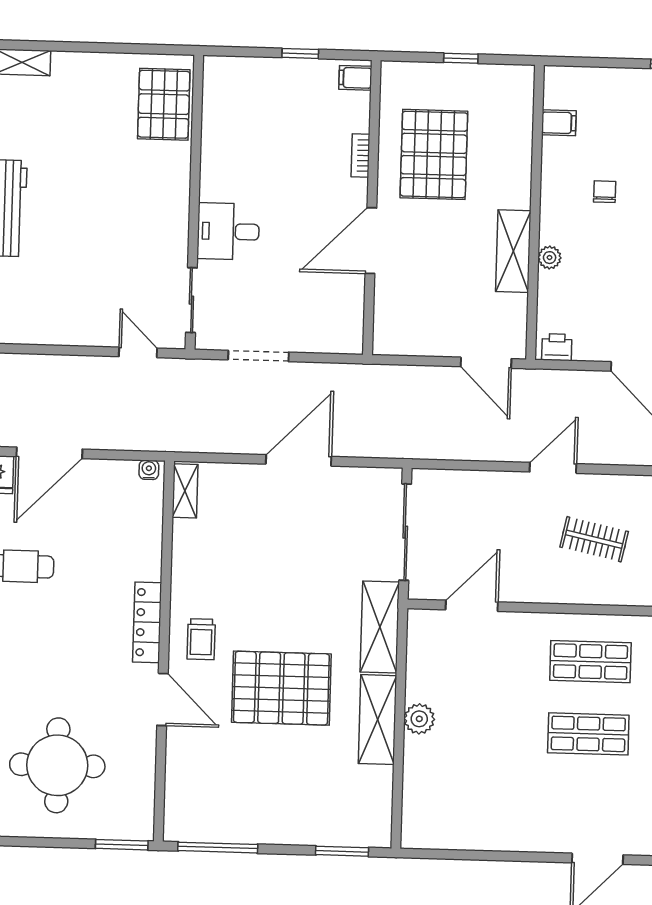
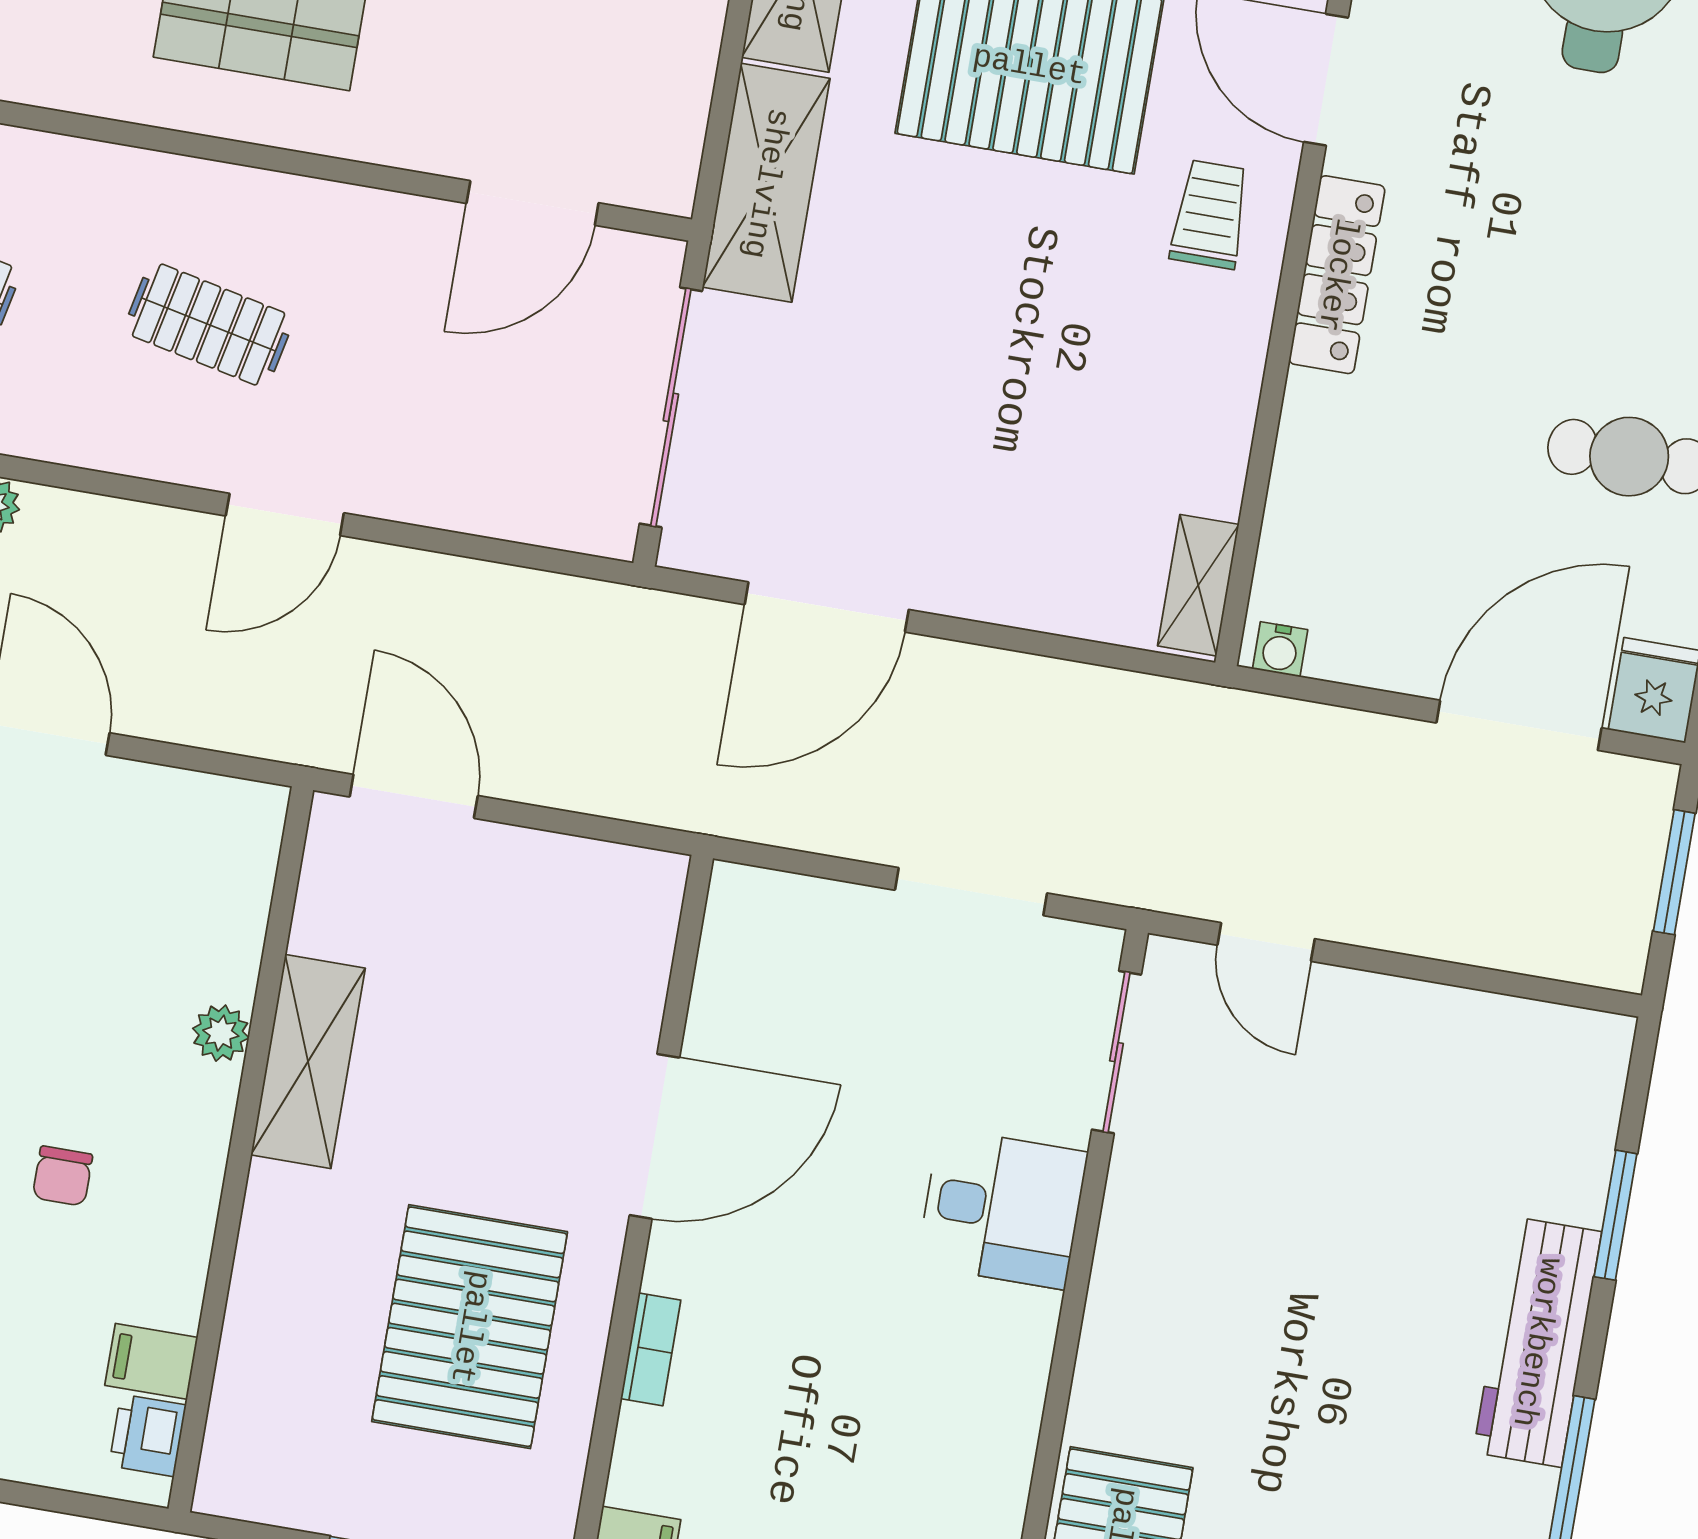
printer: (557, 347) -> (147, 1435), moved, turned 90
door: (299, 460) -> (827, 607), moved

